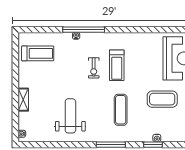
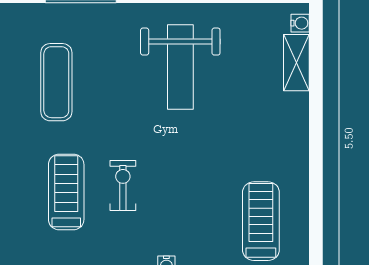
treadmill: (38, 53) -> (261, 221), turned 90
shelving: (23, 100) -> (296, 63), moved

